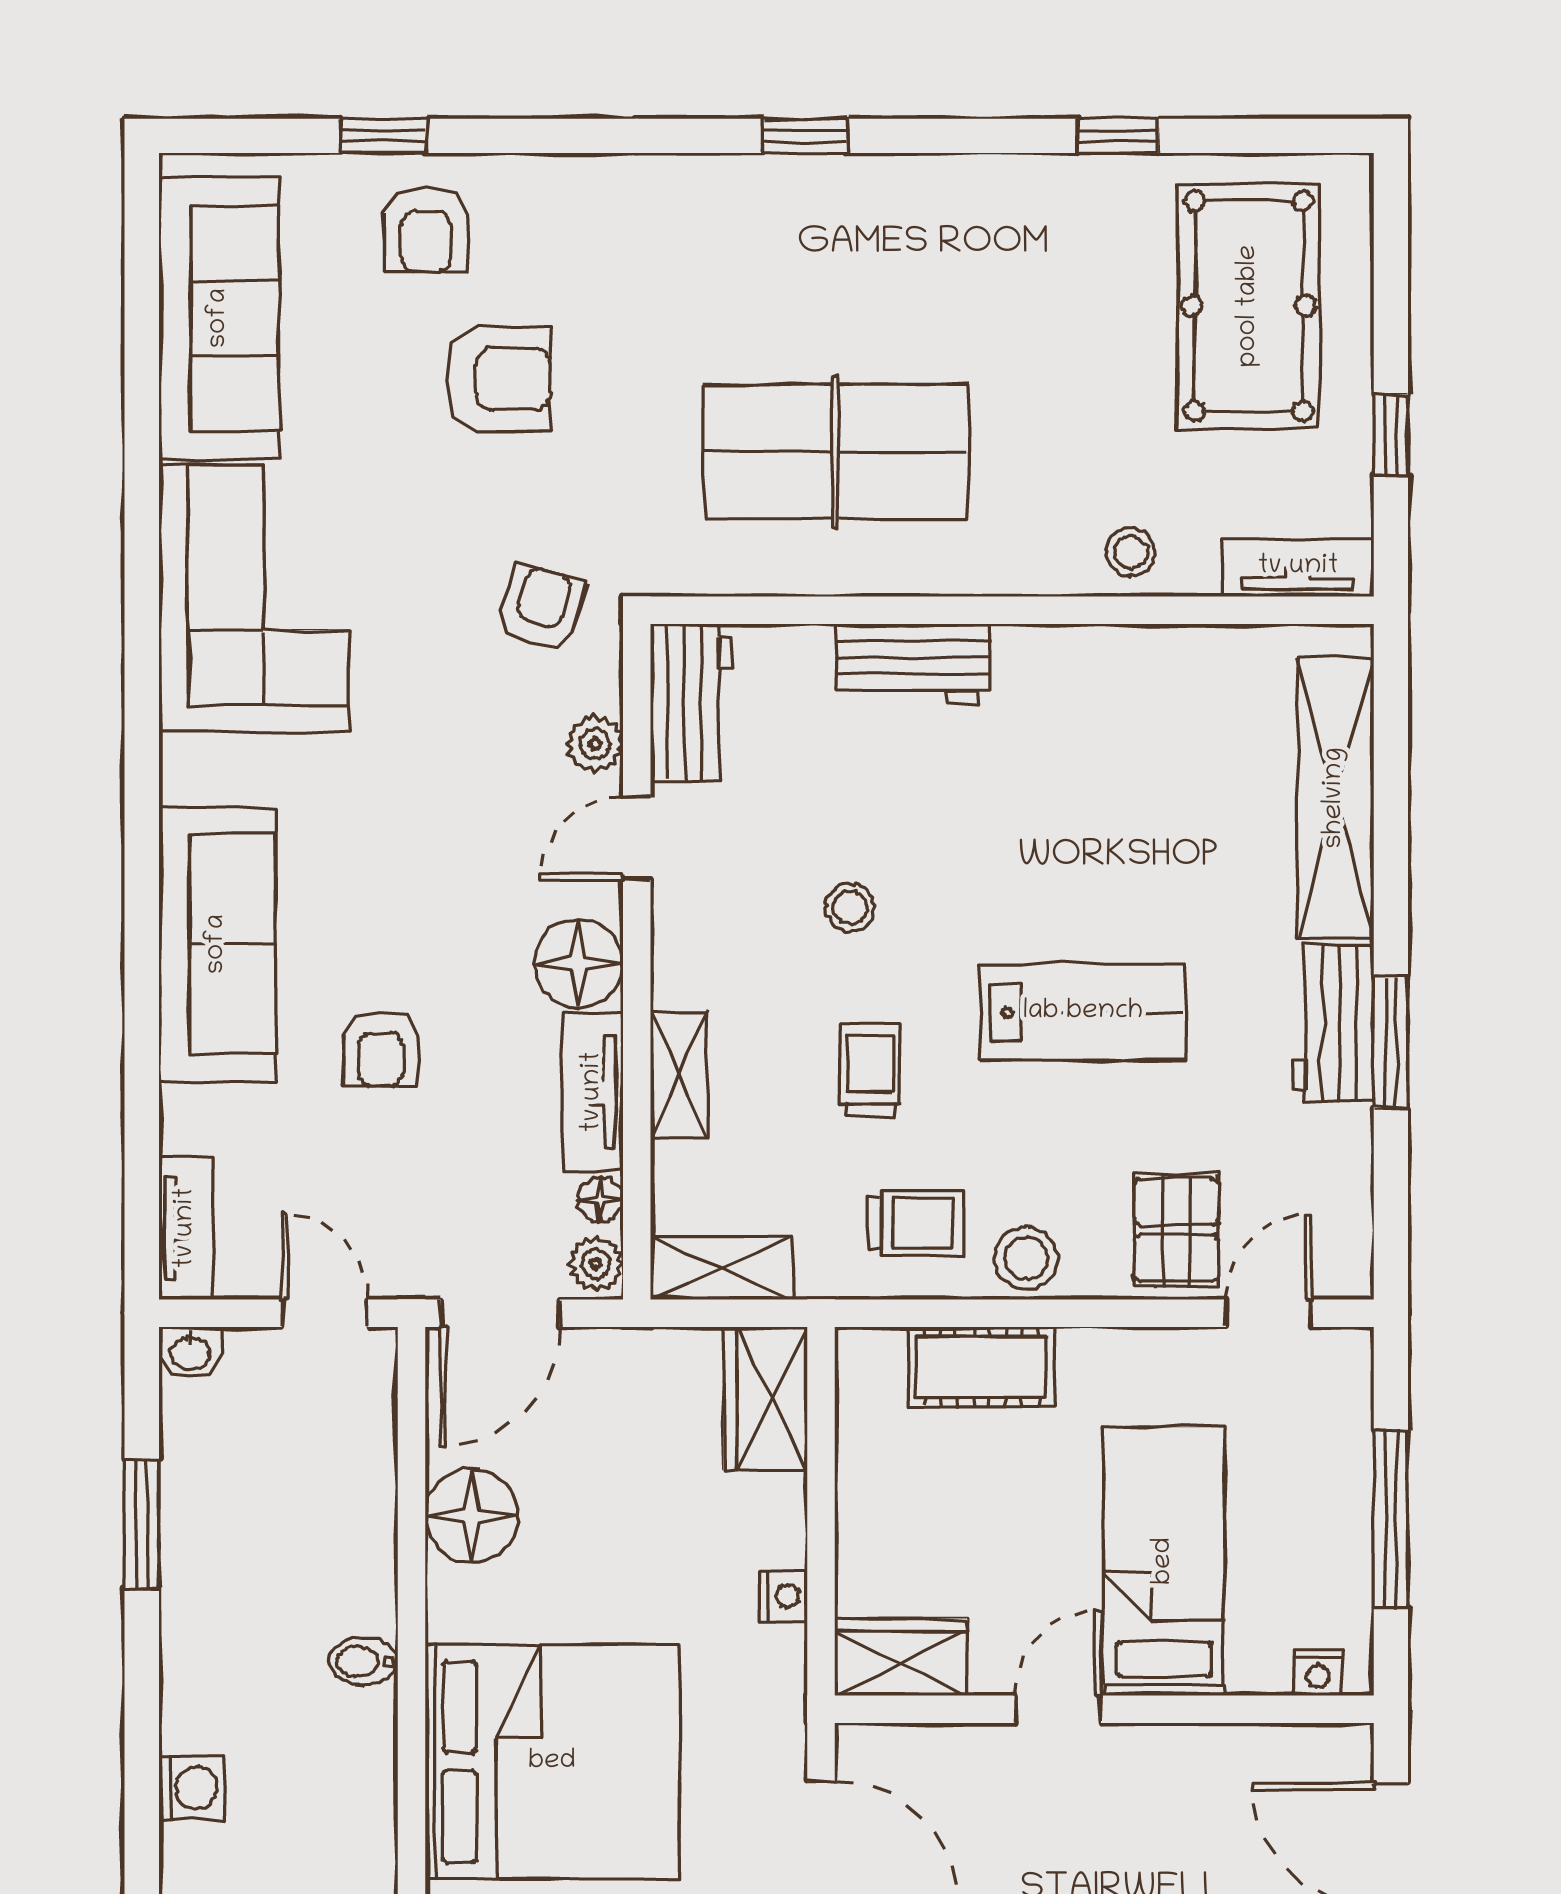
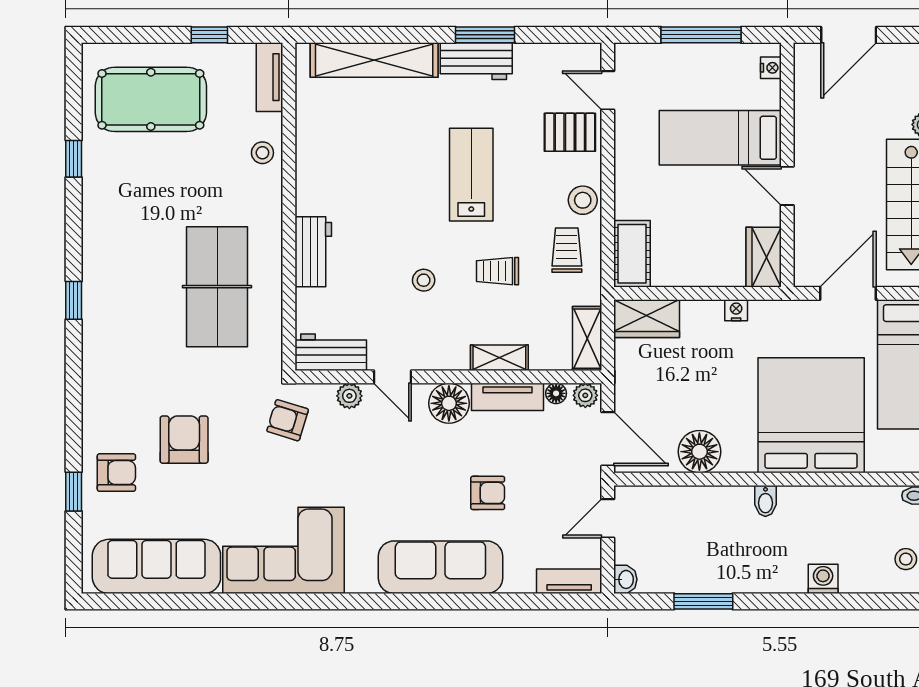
cot: (981, 1367) -> (632, 254), moved

